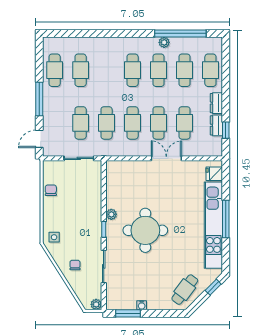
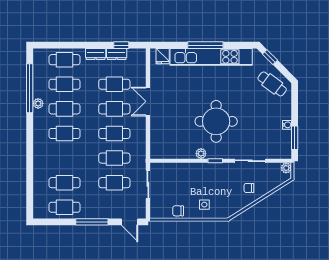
side table: (54, 237) -> (204, 205), moved

